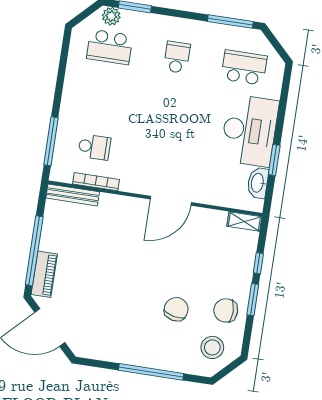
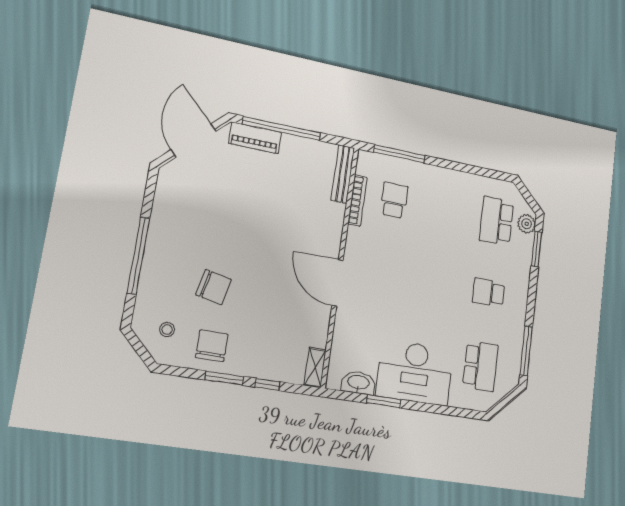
school desk: (177, 57) -> (489, 292), turned 180
school desk: (94, 147) -> (394, 200), turned 180
stool: (212, 347) -> (167, 329), width x0.53, depth x0.53

